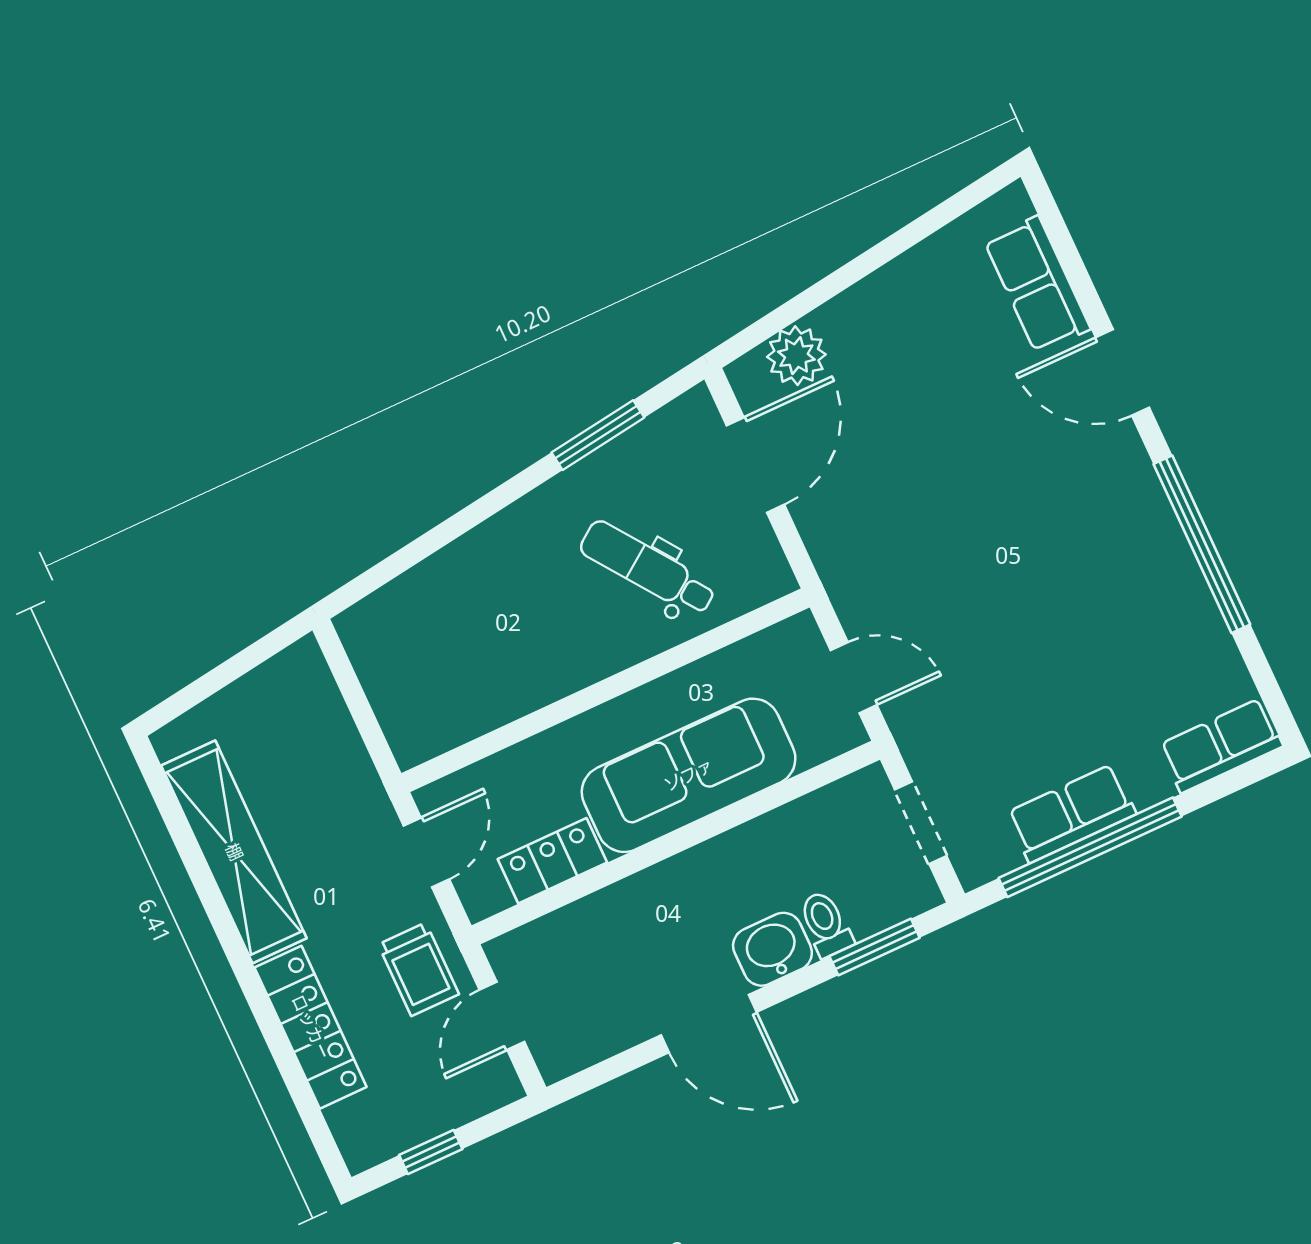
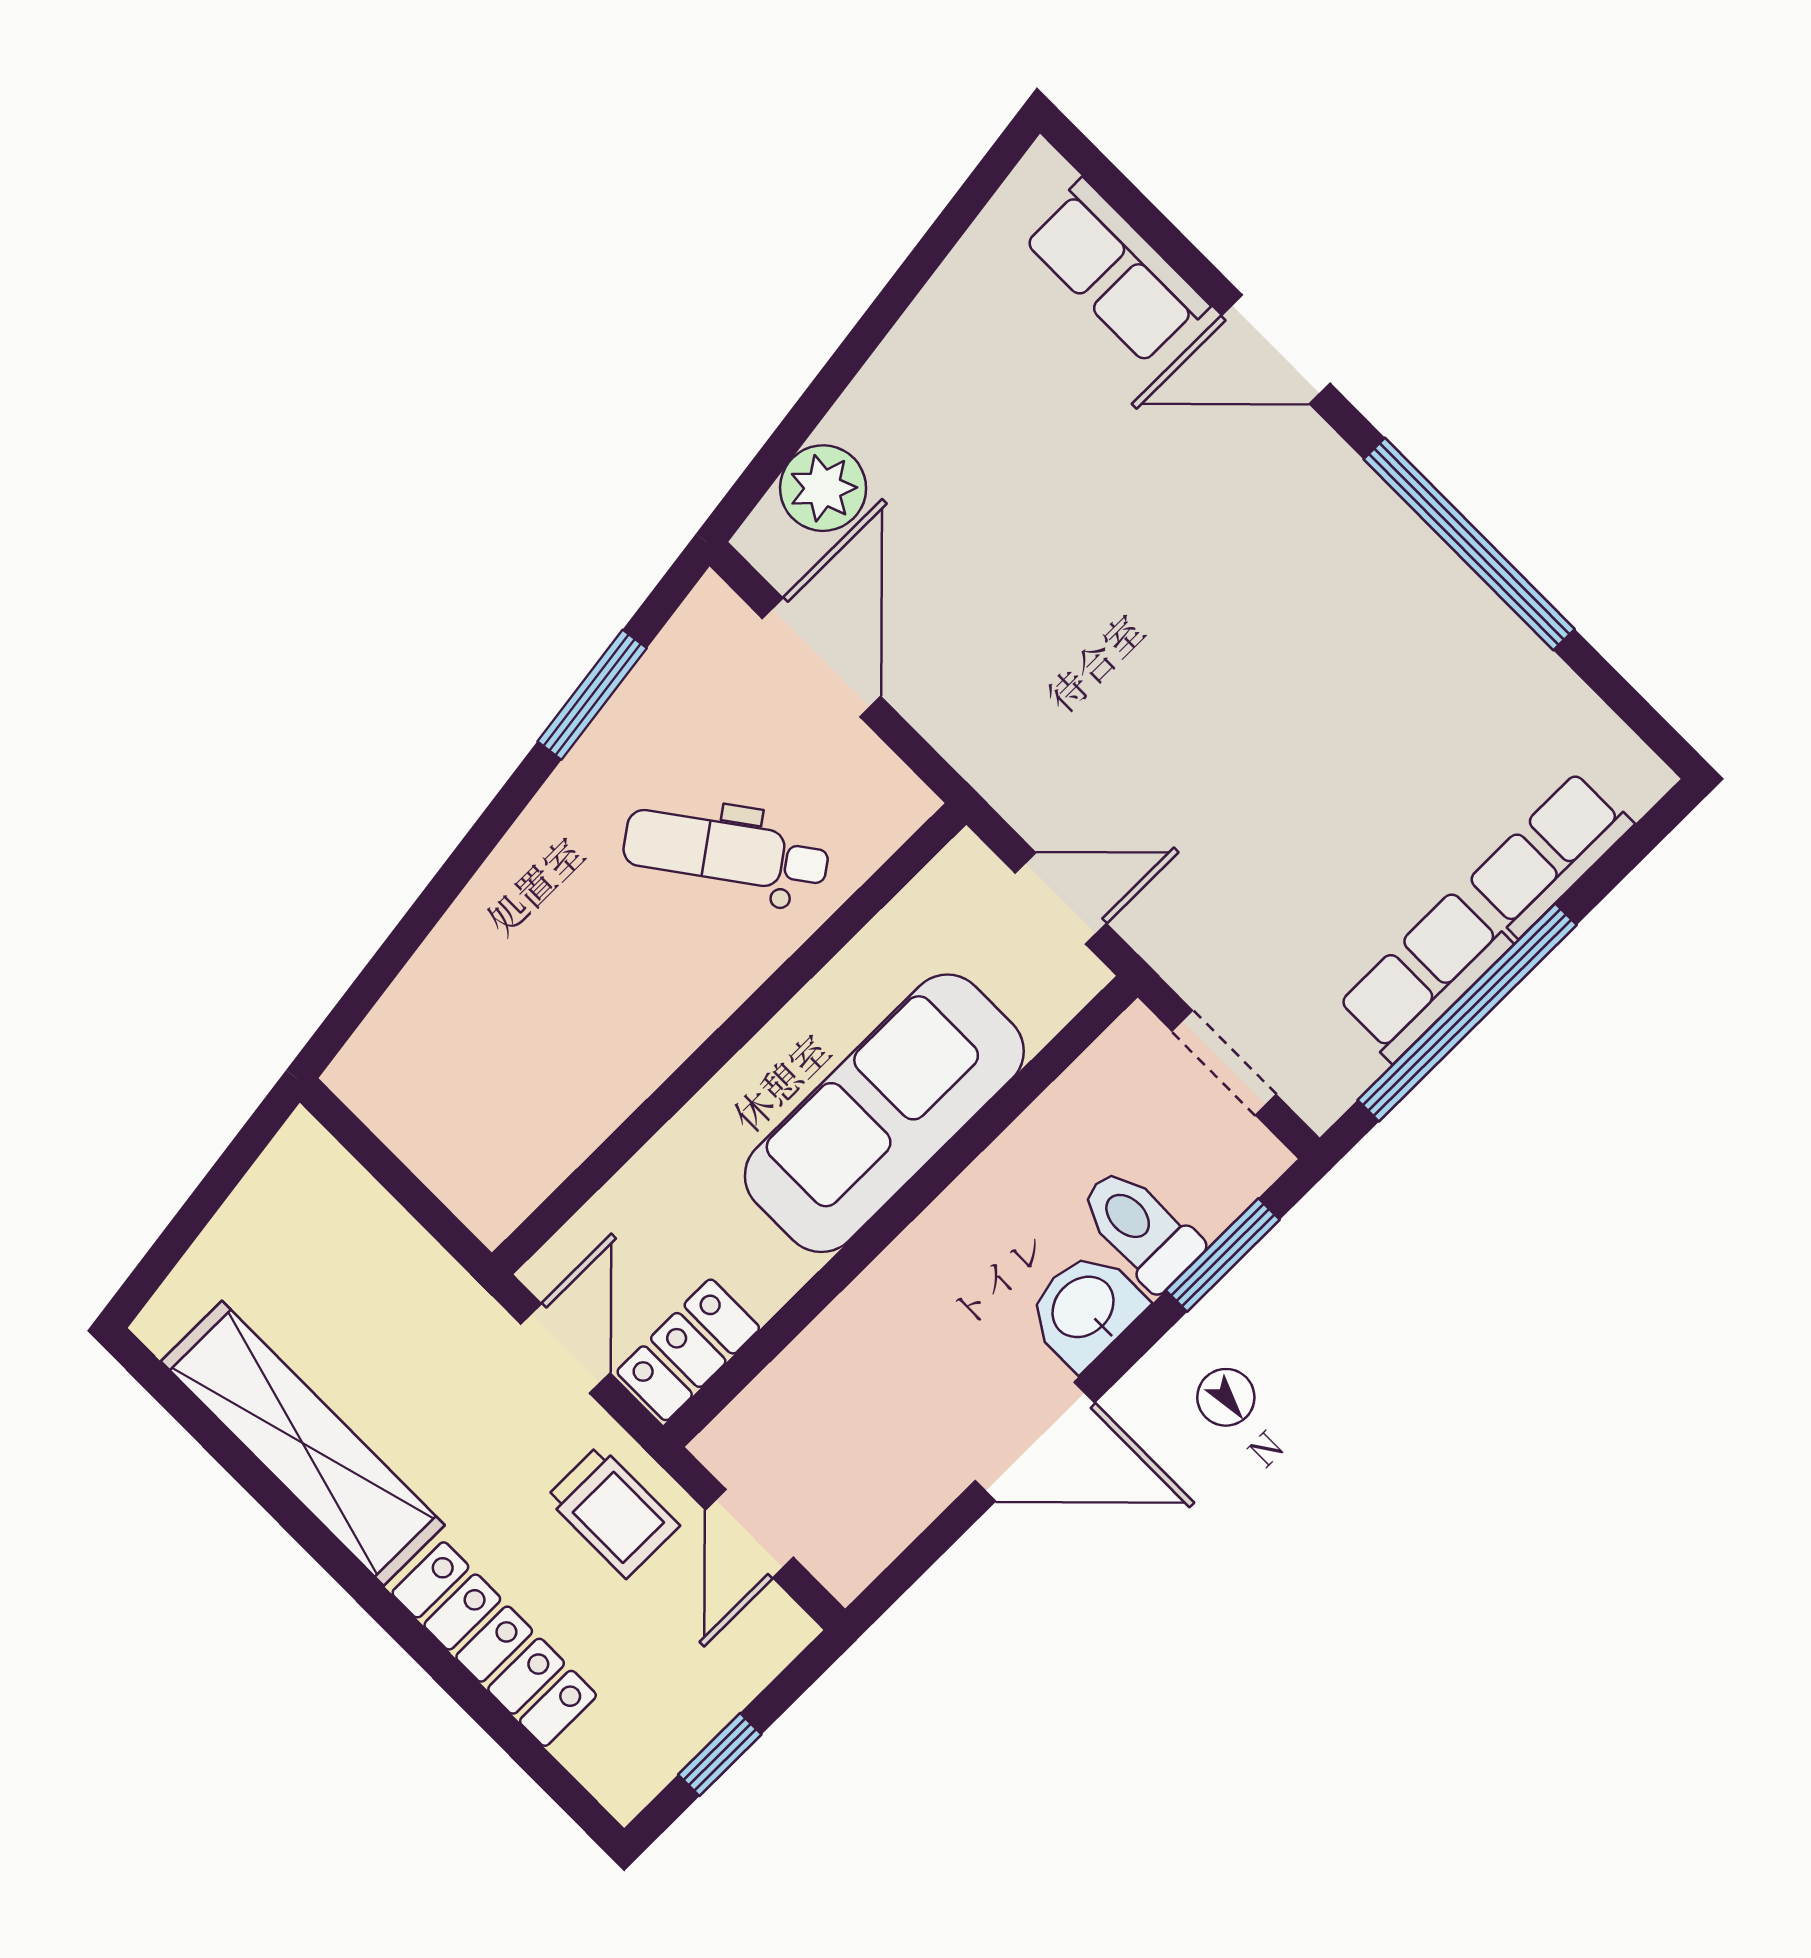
row of seats: (1221, 746) -> (1549, 854), moved
locker: (552, 861) -> (688, 1350), moved
toilet: (826, 924) -> (1140, 1228), width x1.37, depth x1.39

